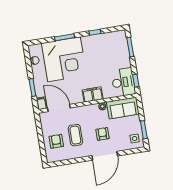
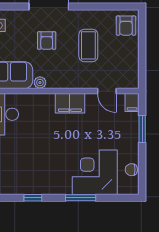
corner desk: (64, 59) -> (95, 172), width x0.74, depth x0.74
filing cabinet: (93, 94) -> (70, 103), moved
door: (59, 108) -> (107, 91), width x0.53
armchair: (56, 141) -> (126, 26), moved

